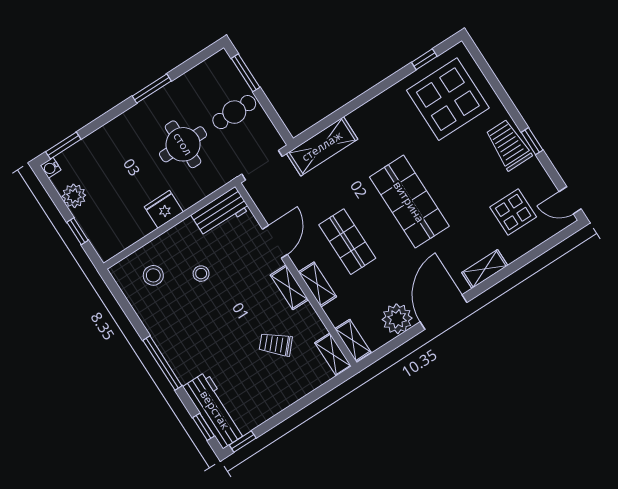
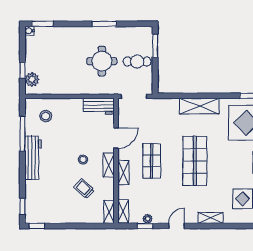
shelving: (322, 146) -> (199, 106), moved
plant: (74, 196) -> (32, 79), moved
fridge: (164, 209) -> (72, 87), removed
stool: (201, 274) -> (83, 159), moved
door: (444, 312) -> (177, 226), width x0.53
plant: (397, 319) -> (148, 219), width x0.53, depth x0.53
window: (398, 341) -> (145, 226), added
window: (162, 363) -> (22, 134), moved
workbench: (215, 410) -> (33, 158), moved

